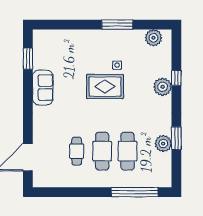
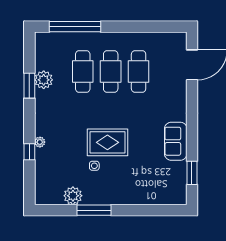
plant: (153, 38) -> (73, 196), moved
plant: (163, 87) -> (40, 142), width x0.53, depth x0.53
cafe table: (77, 151) -> (139, 71), width x1.37, depth x1.35

